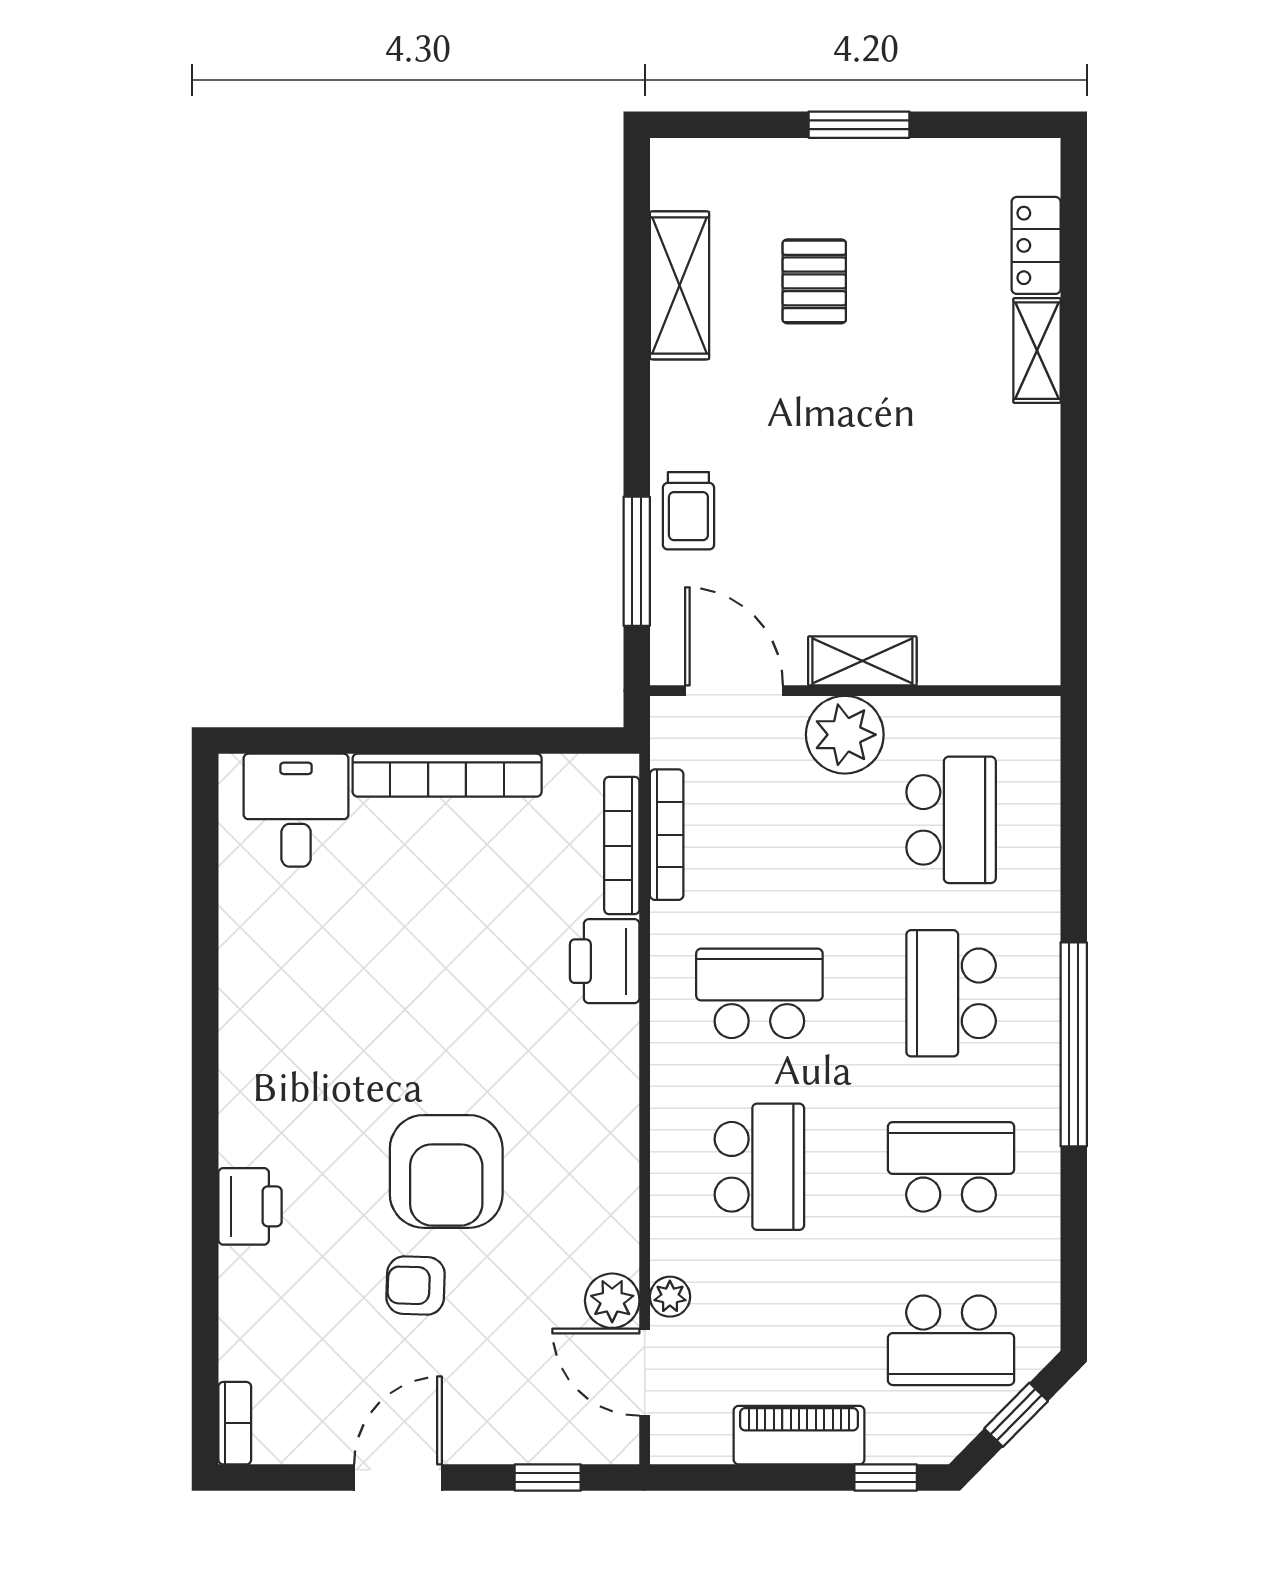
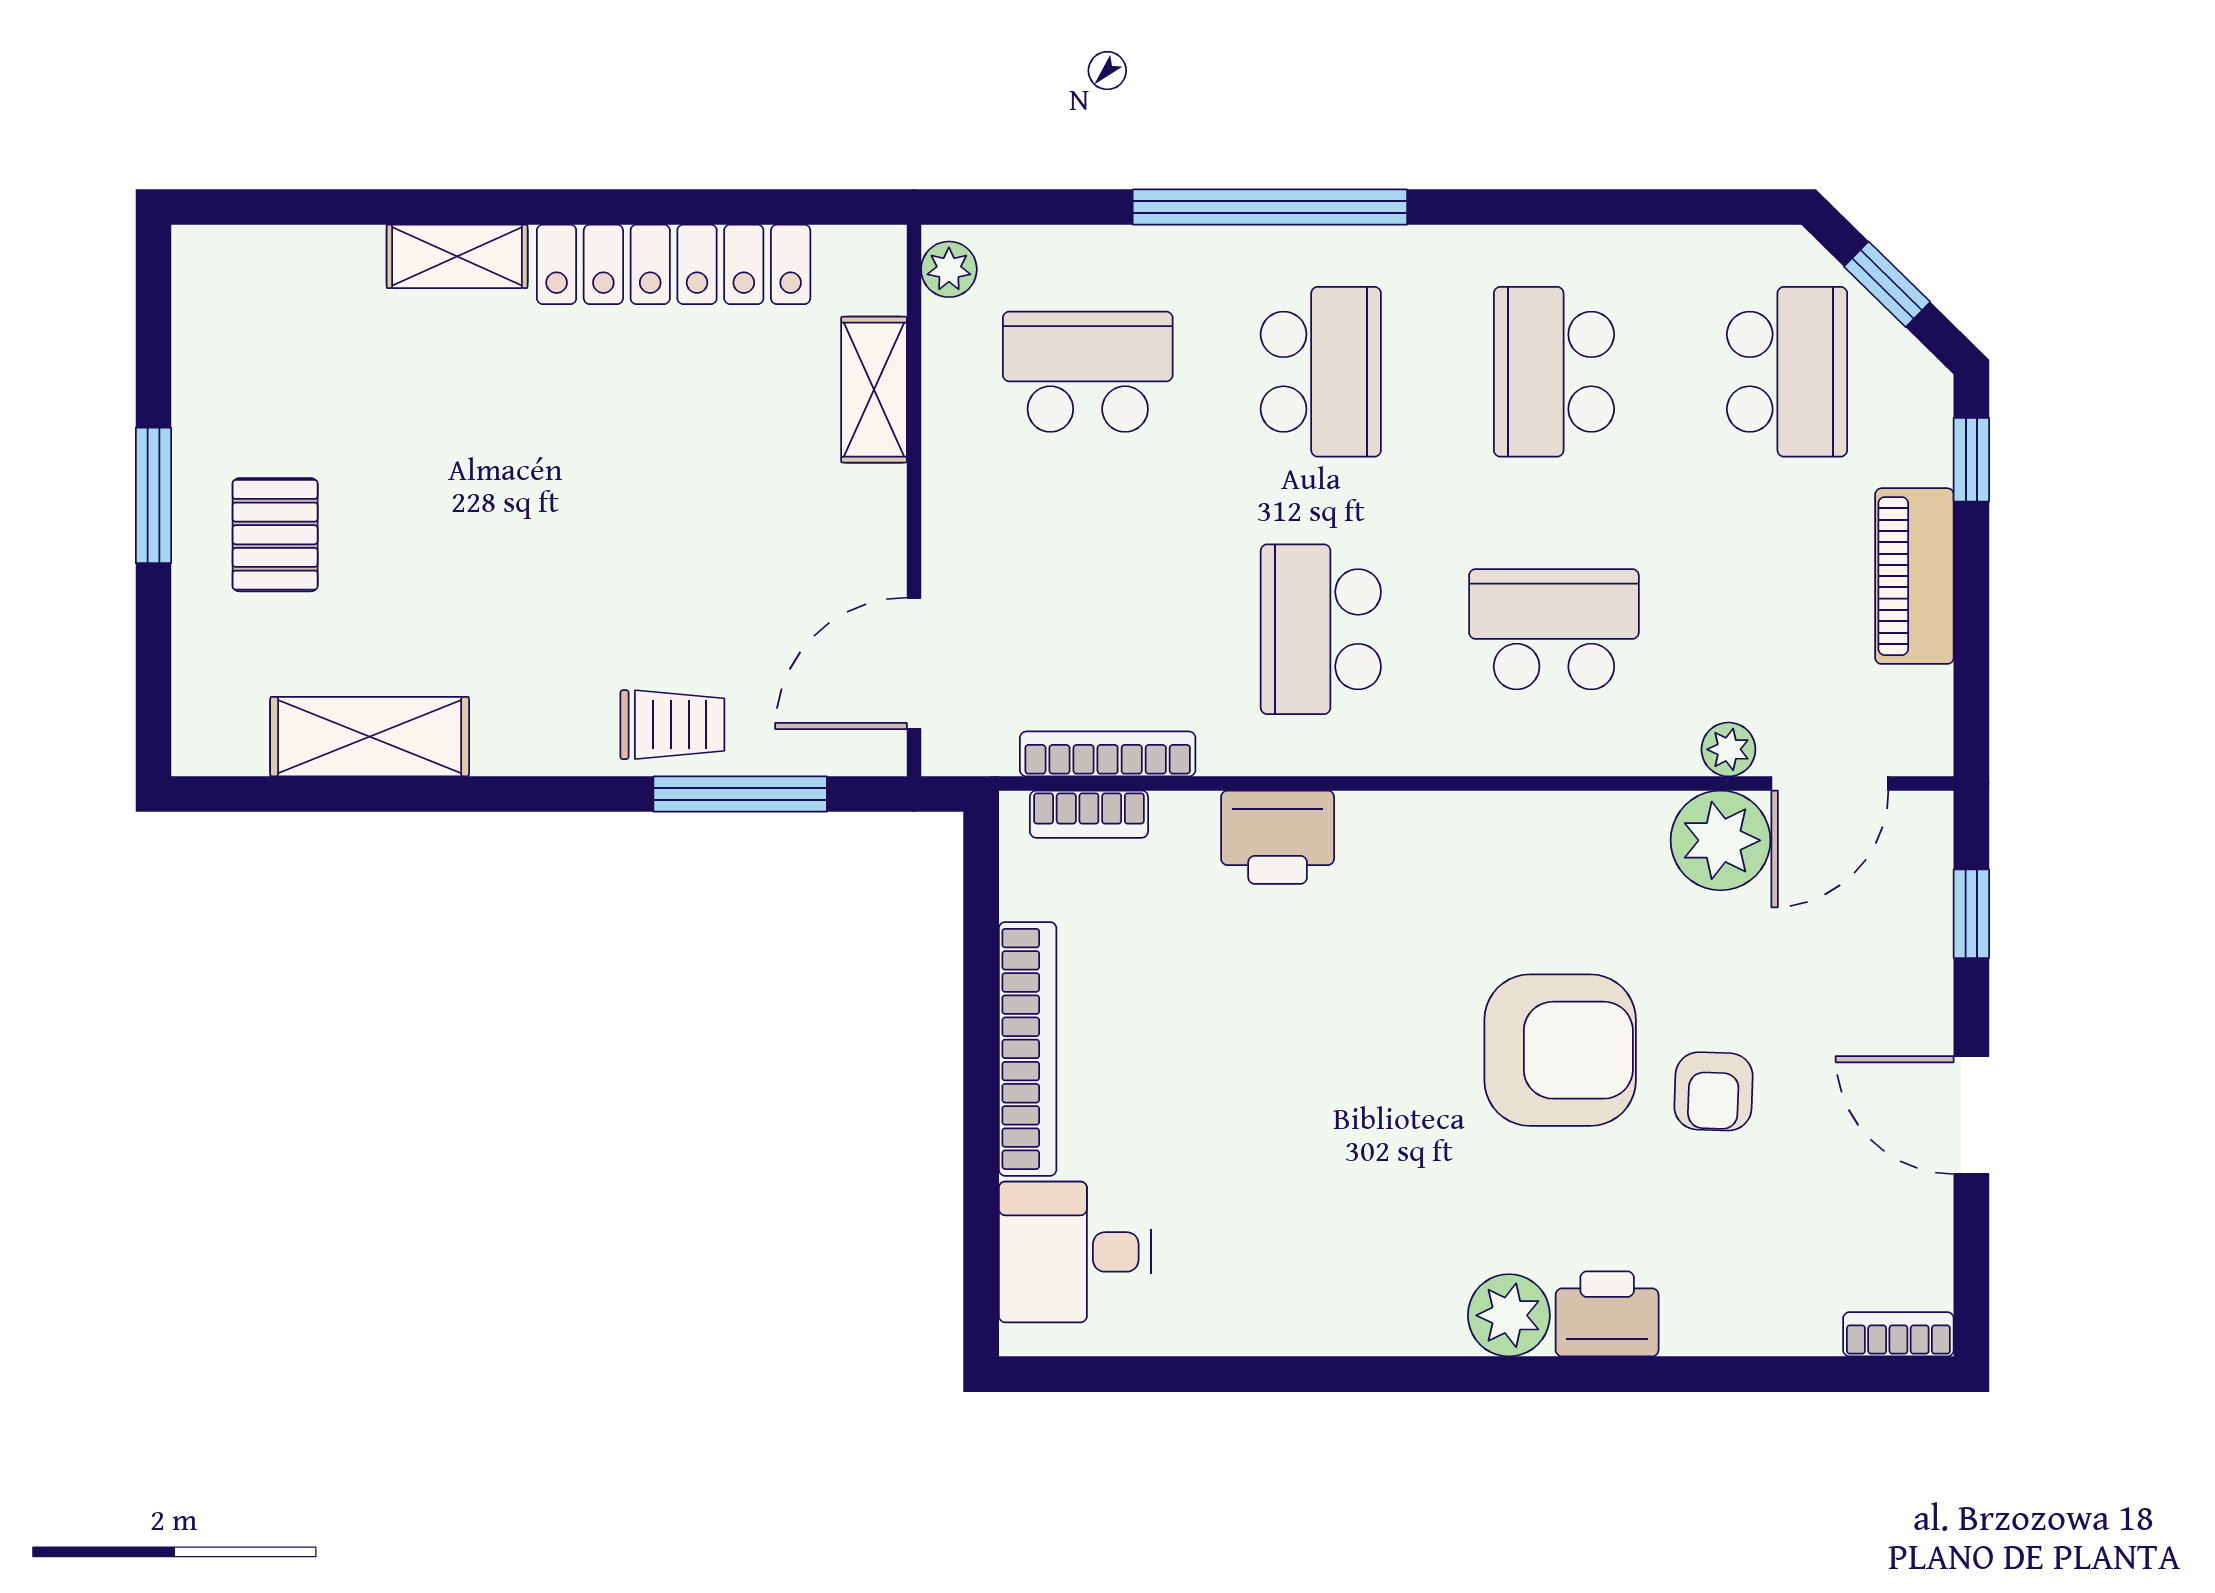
locker: (1036, 245) -> (674, 264), moved, width x2.16, depth x1.21
pallet: (814, 281) -> (275, 535), moved, turned 90
shelving: (862, 661) -> (874, 390), moved
plant: (845, 735) -> (949, 269), moved, width x0.53, depth x0.53
bookcase: (622, 846) -> (1089, 814), width x0.64
school desk: (951, 993) -> (1321, 372), turned -90
window: (1074, 1044) -> (1270, 207), moved
plant: (249, 1133) -> (1509, 1315), added
plant: (612, 1301) -> (1721, 840), width x1.36, depth x1.36

